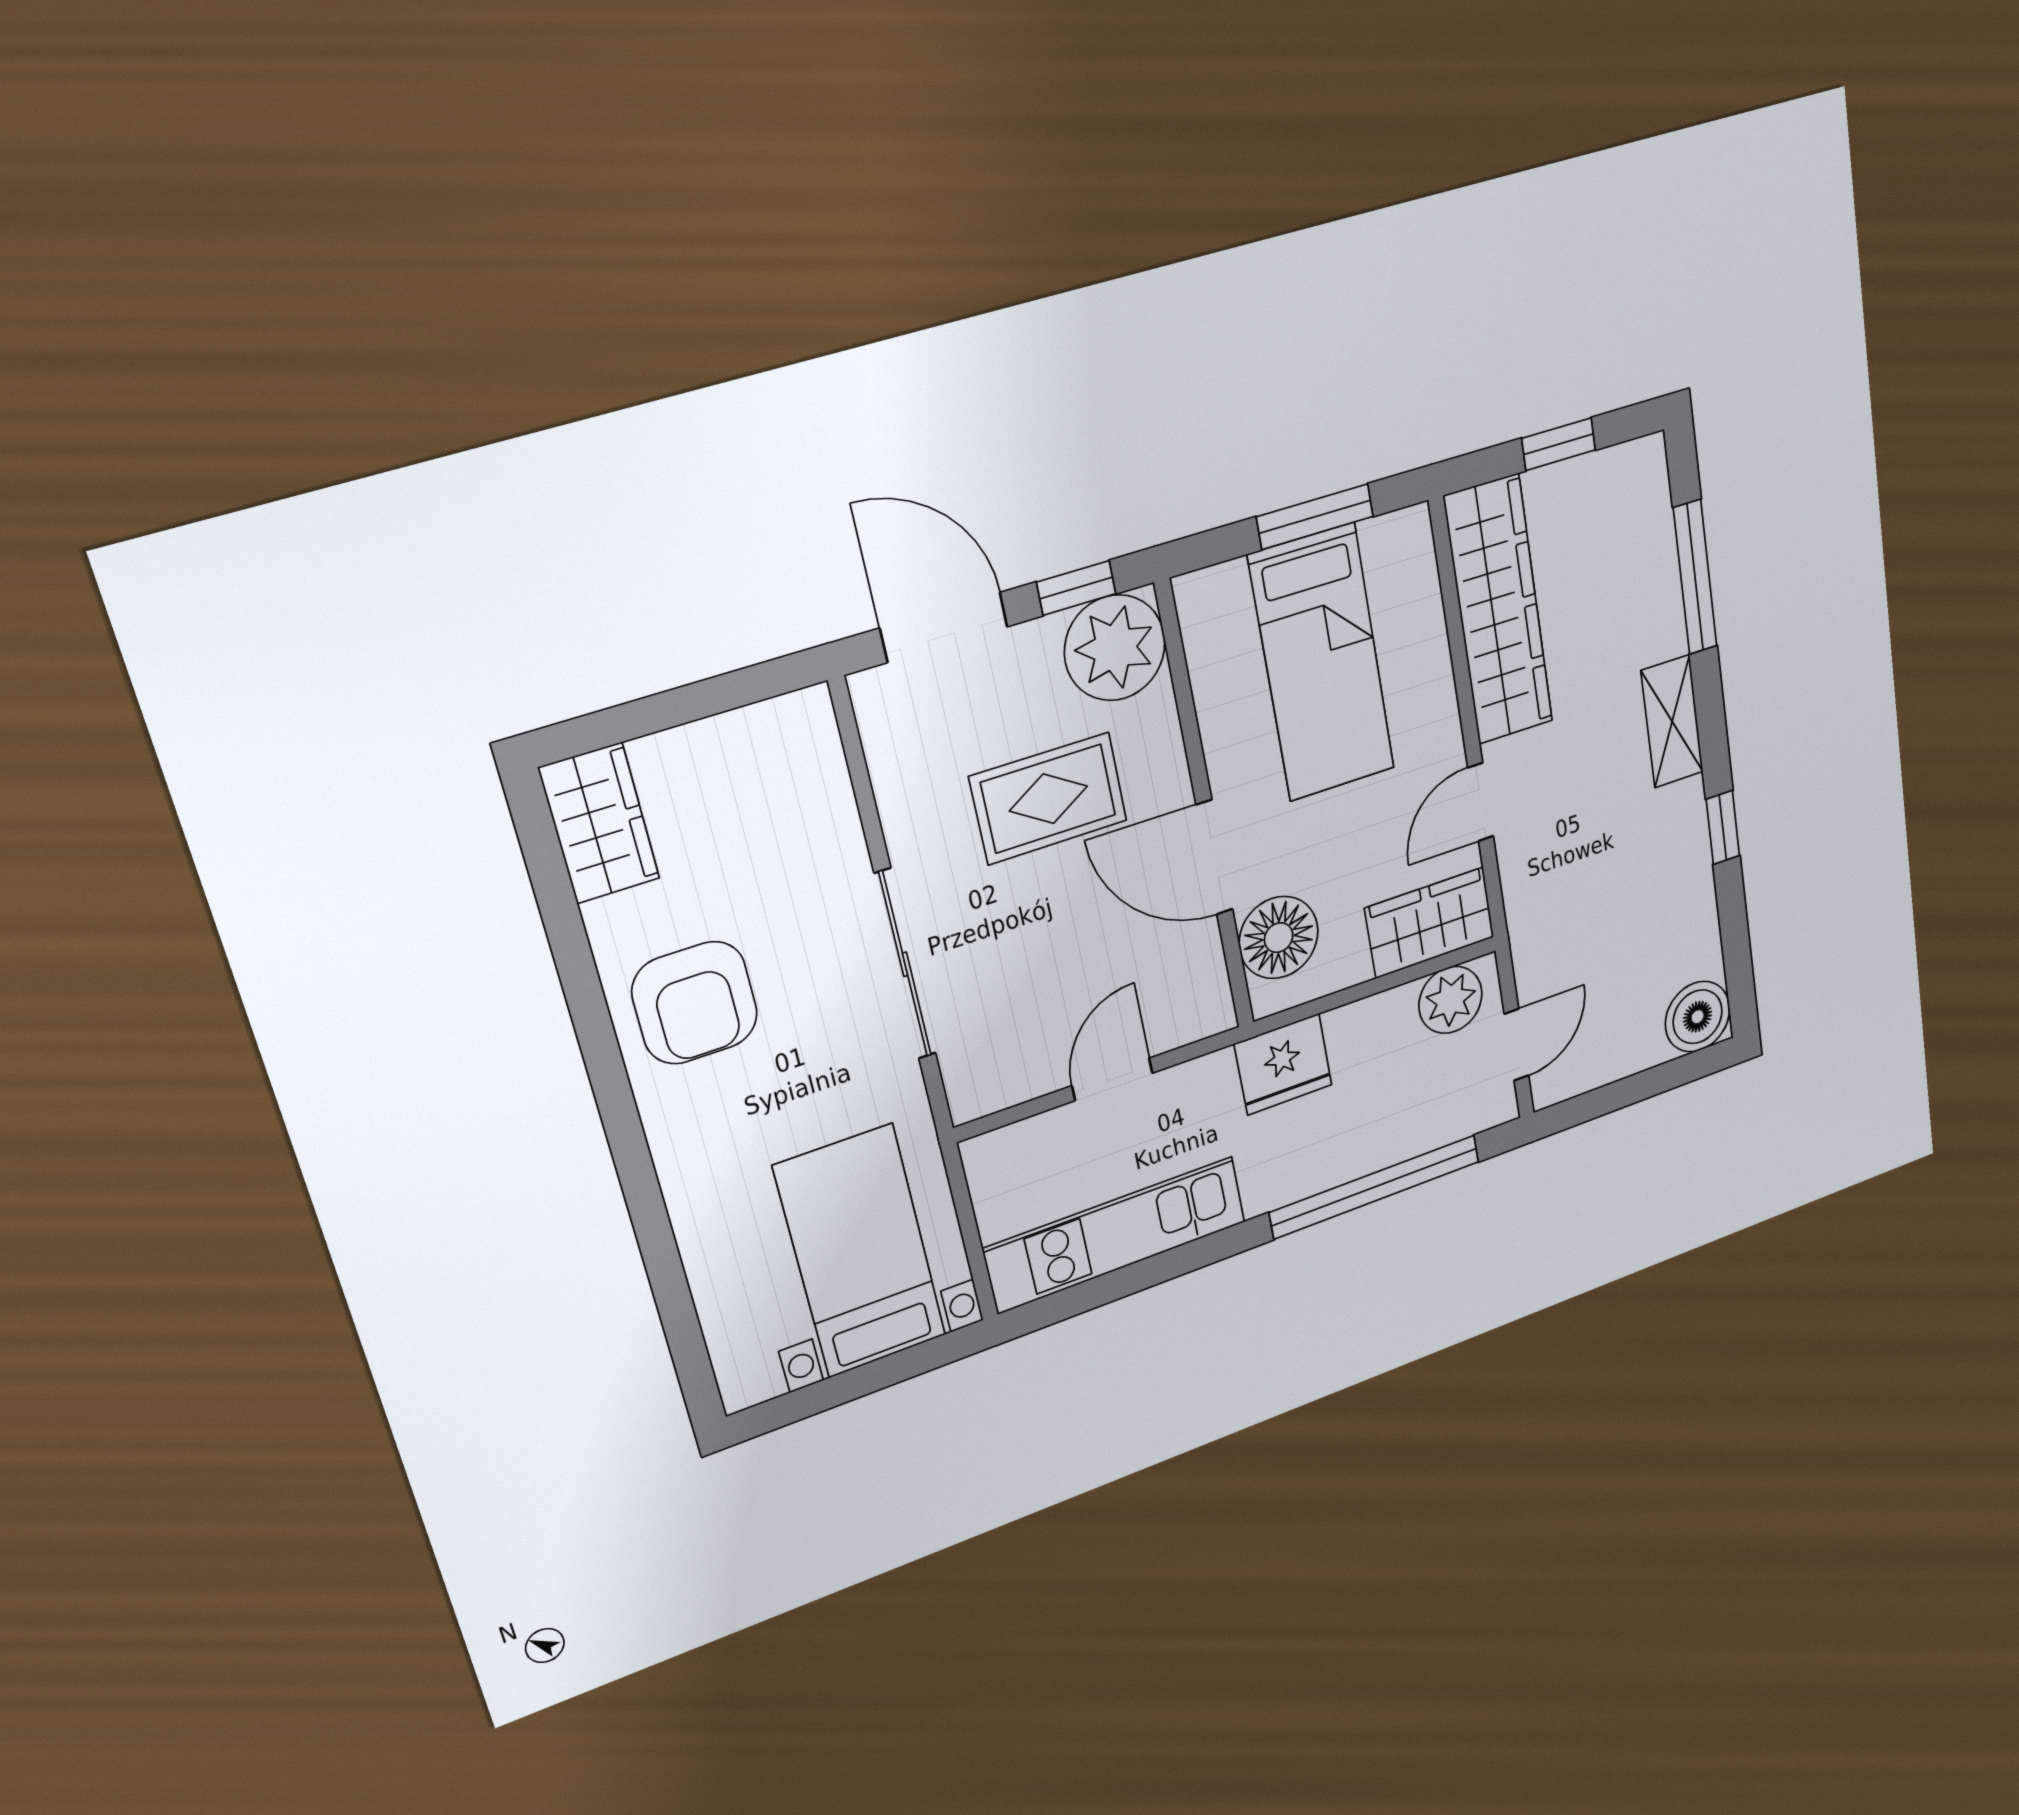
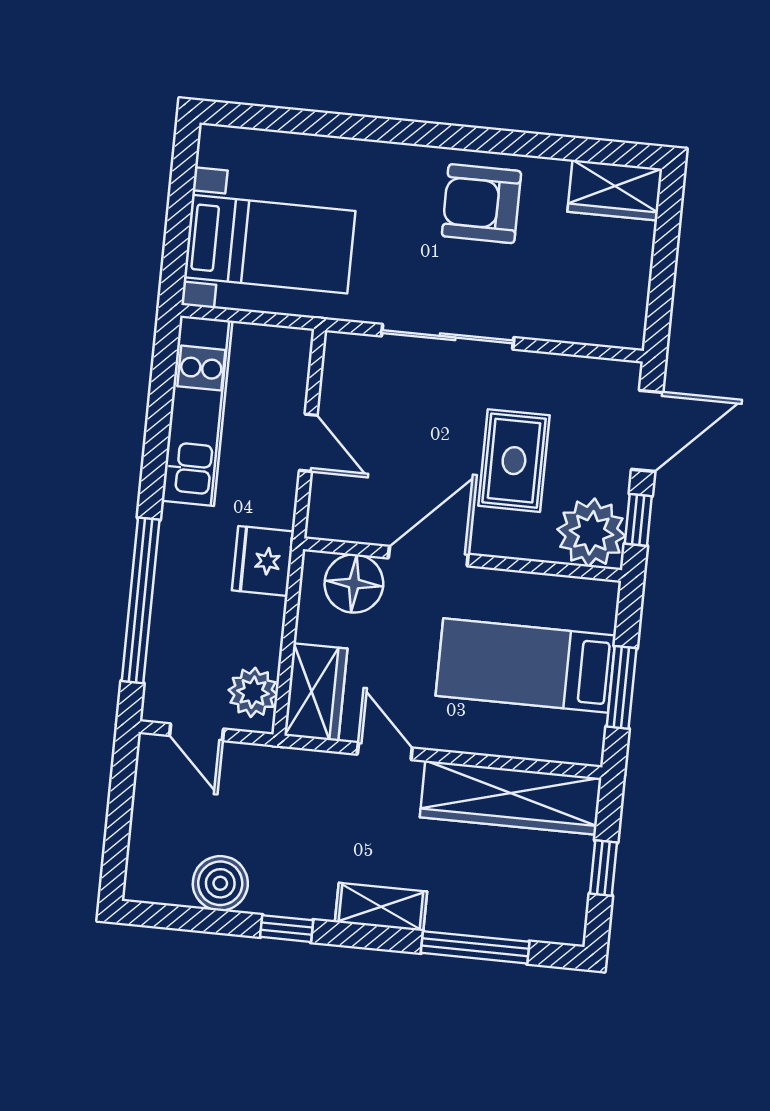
boiler: (1698, 1017) -> (220, 883), moved

